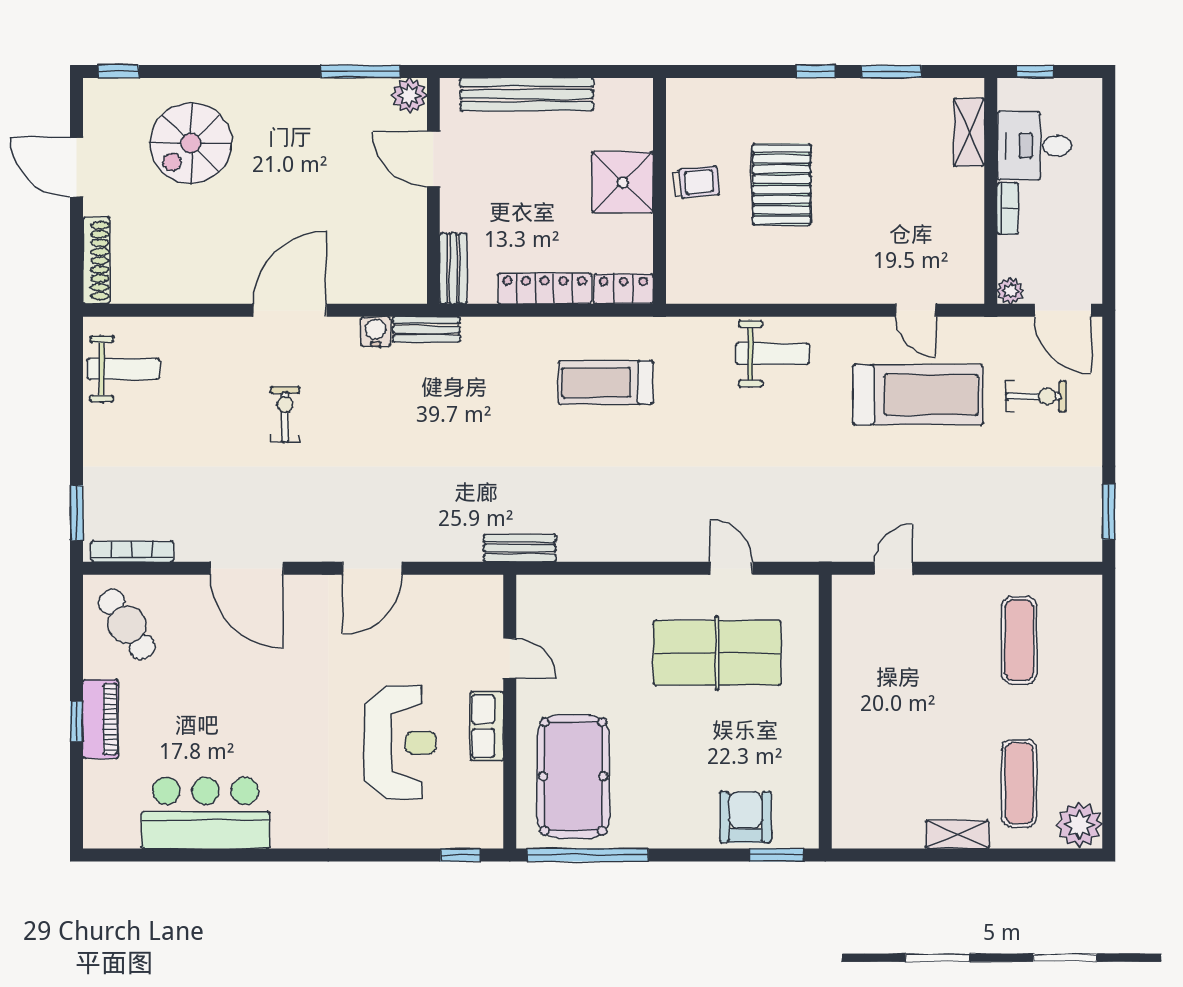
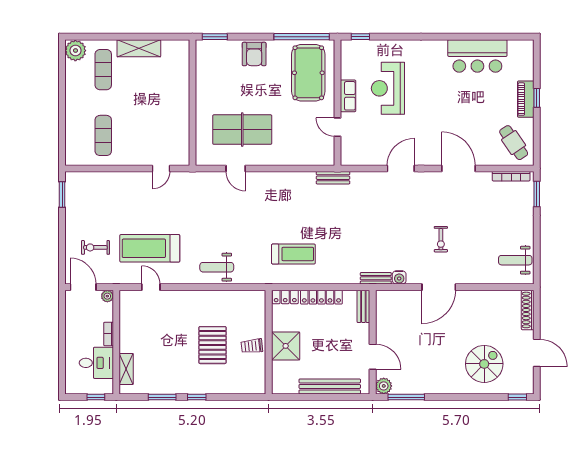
armchair: (745, 817) -> (254, 54), moved
shelving: (958, 834) -> (139, 48), width x1.50, depth x1.33

